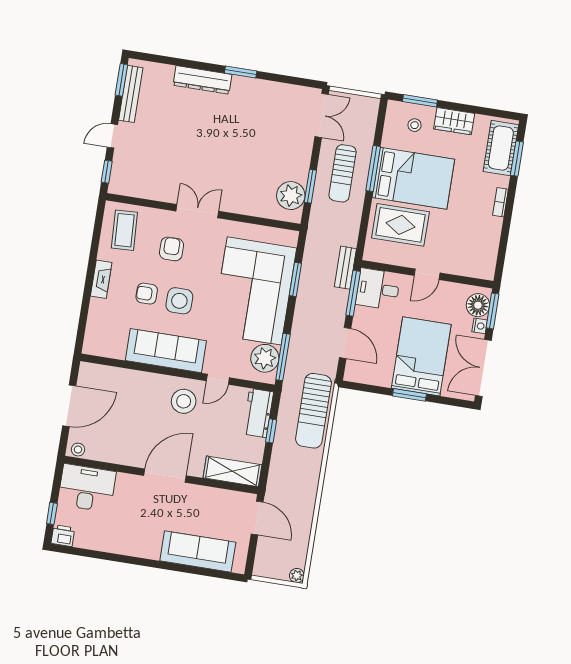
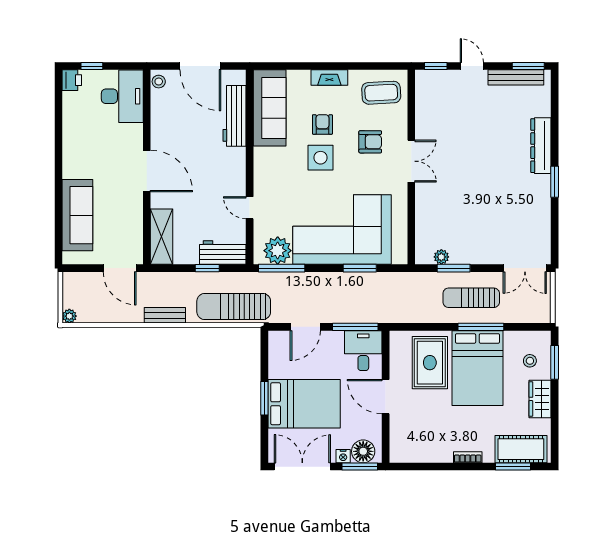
plant: (291, 196) -> (441, 257), width x0.53, depth x0.53
bench: (345, 268) -> (165, 315), moved
door: (427, 274) -> (386, 397), width x1.38
sofa: (166, 351) -> (270, 108), moved
workbench: (124, 380) -> (235, 116), added
stool: (184, 401) -> (223, 178), removed
door: (257, 518) -> (120, 268), hinge flipped

